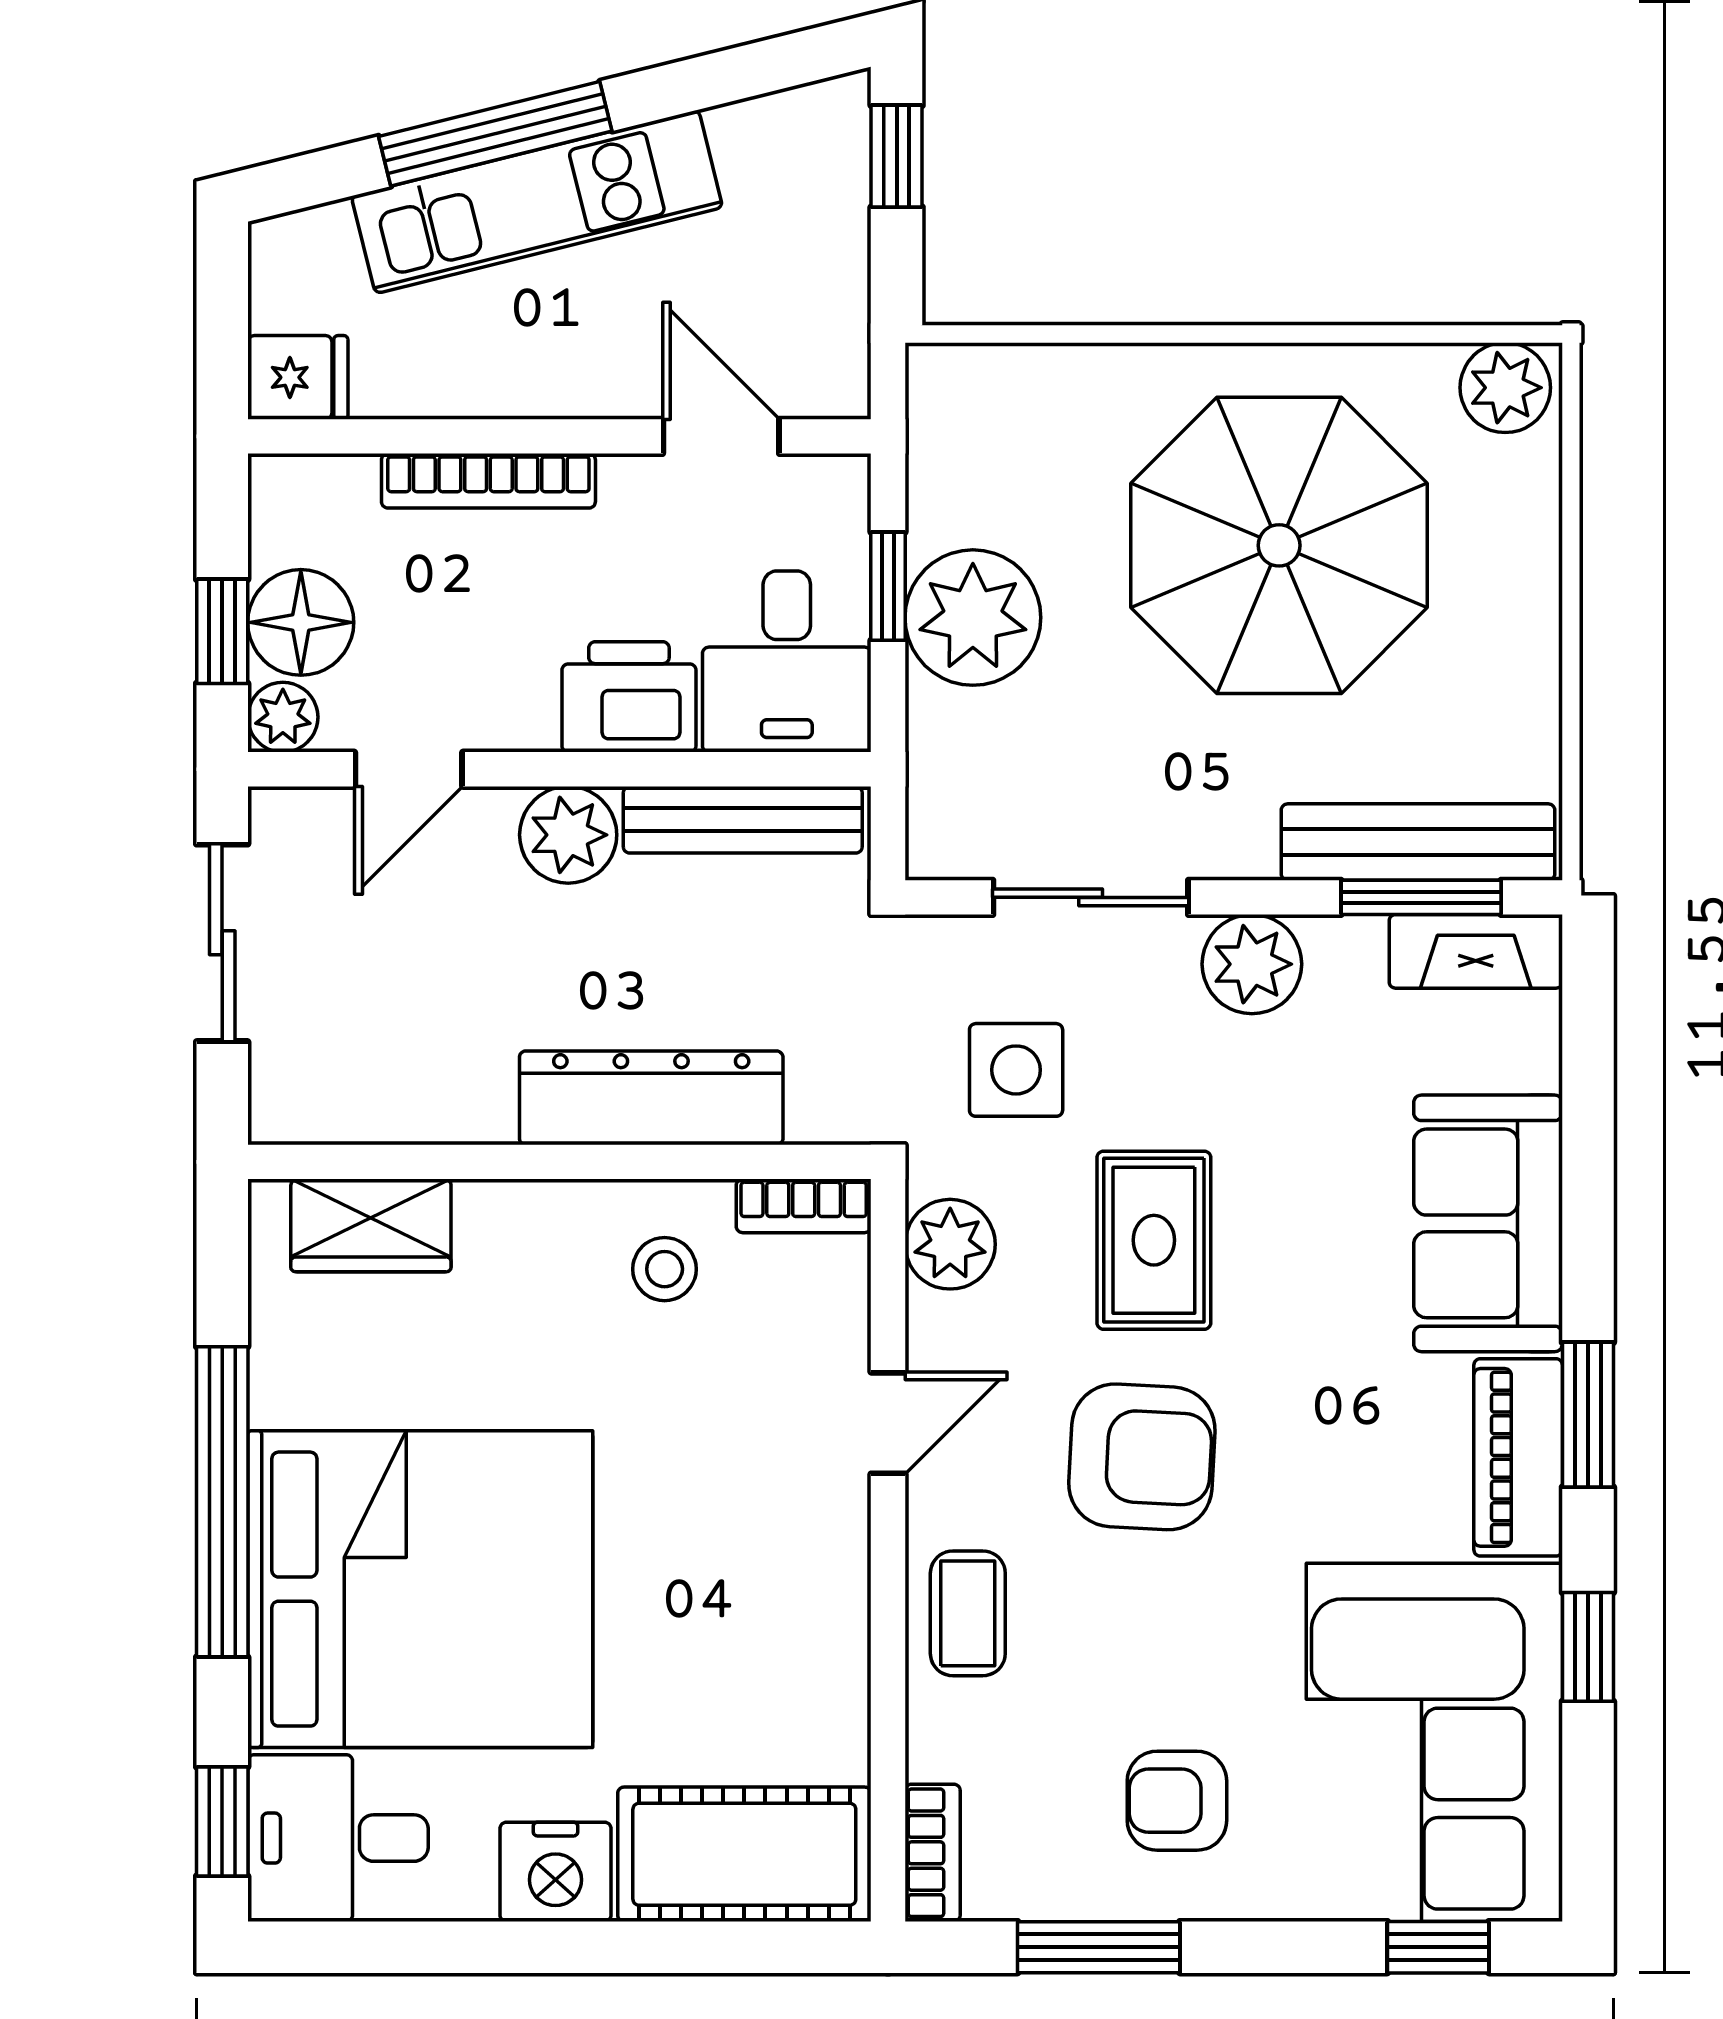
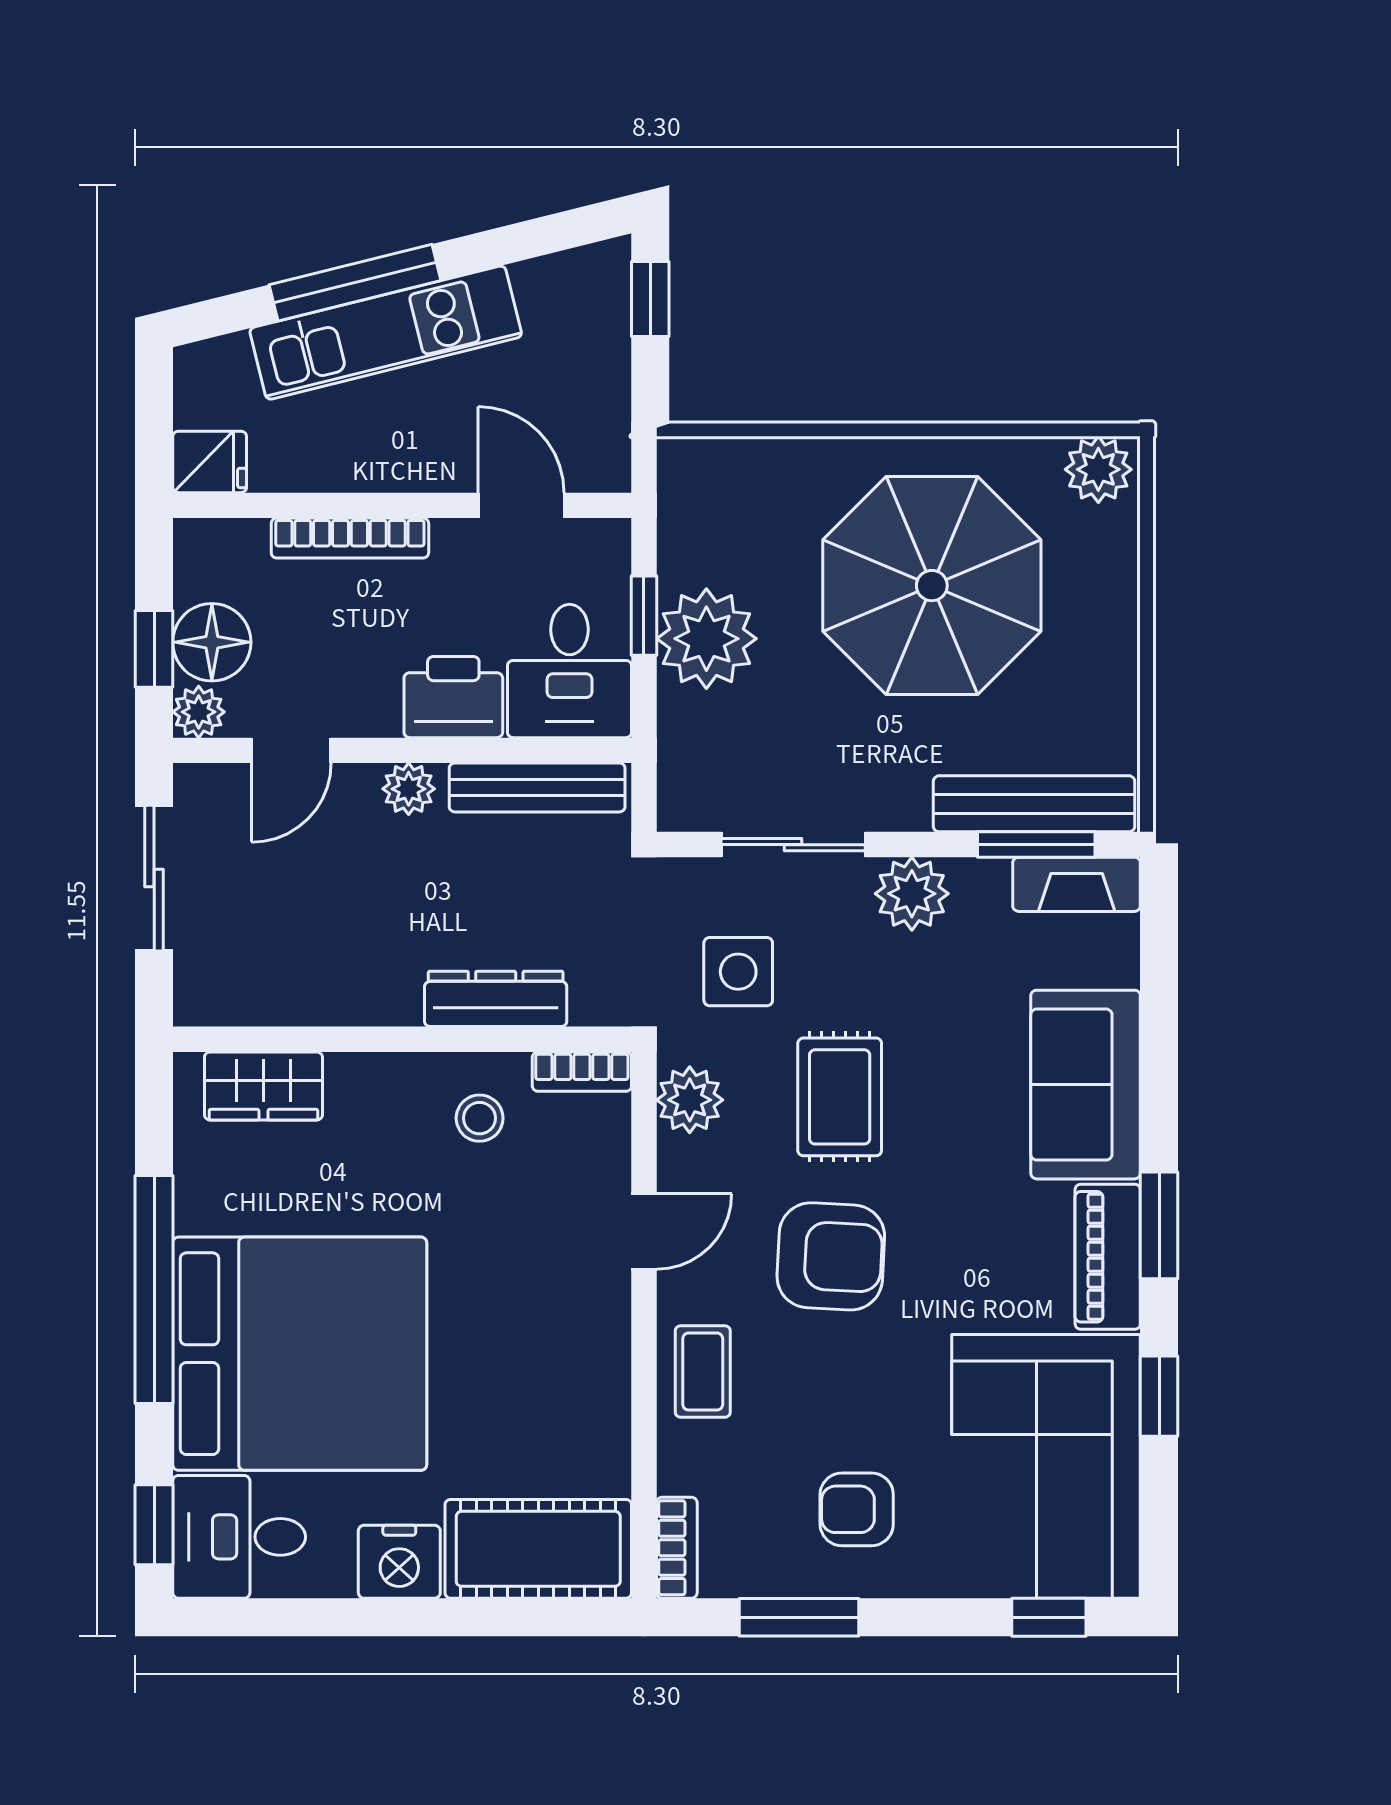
plant: (568, 835) -> (409, 789), width x0.73, depth x0.73
dresser: (651, 1098) -> (496, 999), width x0.73, depth x0.80

